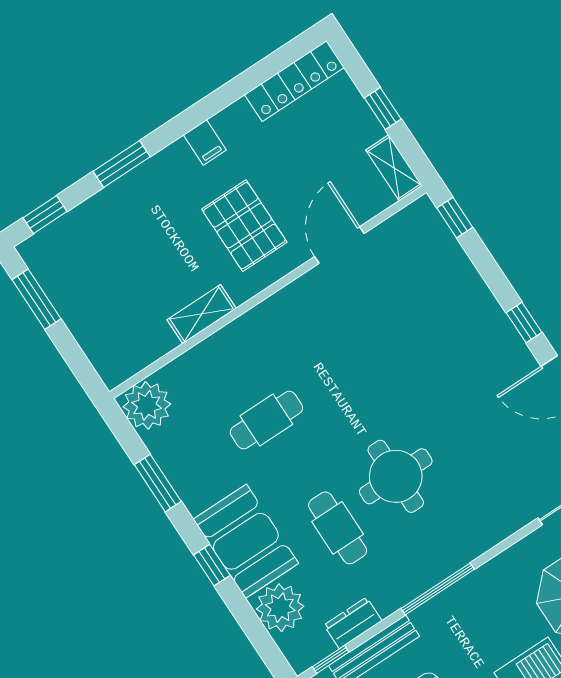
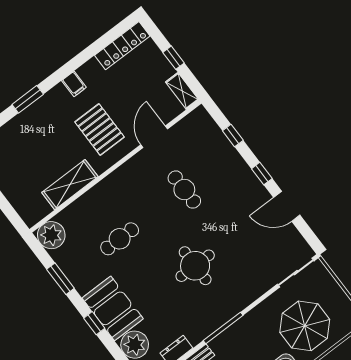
window: (455, 218) -> (233, 136), moved
shelving: (202, 314) -> (70, 185), width x1.50, depth x1.33
cafe table: (338, 528) -> (184, 190), moved

